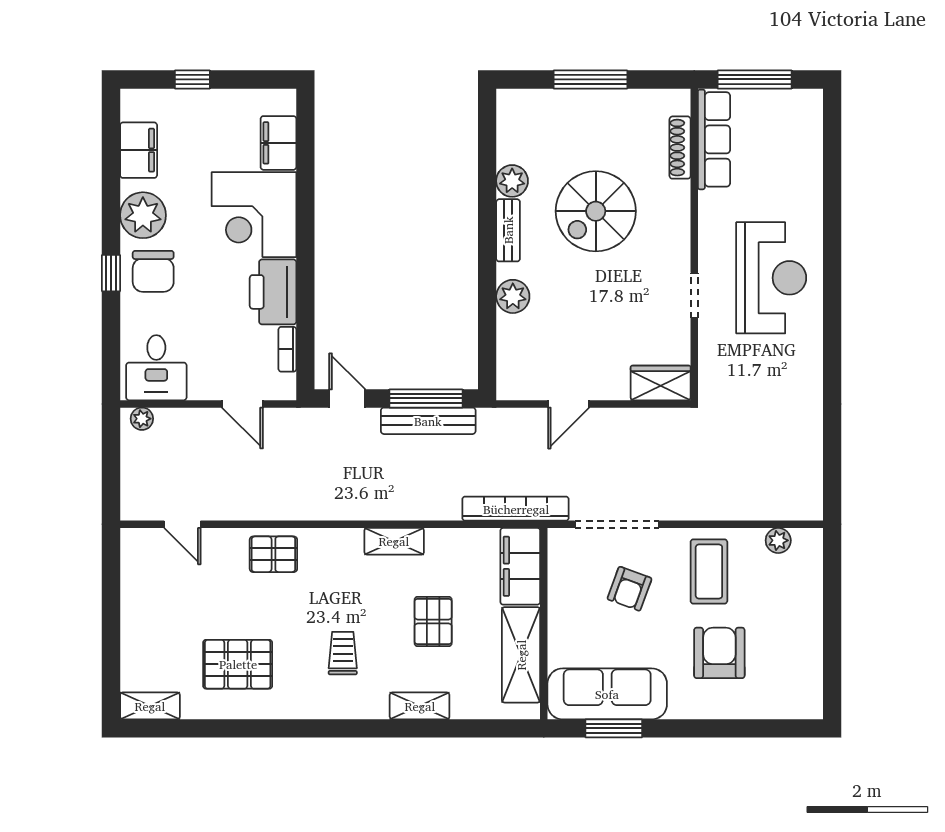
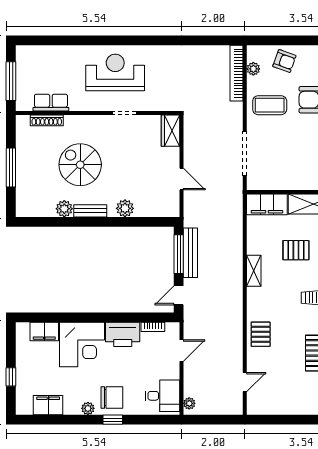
row of seats: (714, 139) -> (51, 103), width x0.68
spiral stairs: (596, 211) -> (80, 165), turned 180
plant: (143, 215) -> (88, 408), width x0.53, depth x0.53
bookcase: (516, 509) -> (237, 73), moved
armchair: (630, 589) -> (284, 61), moved

